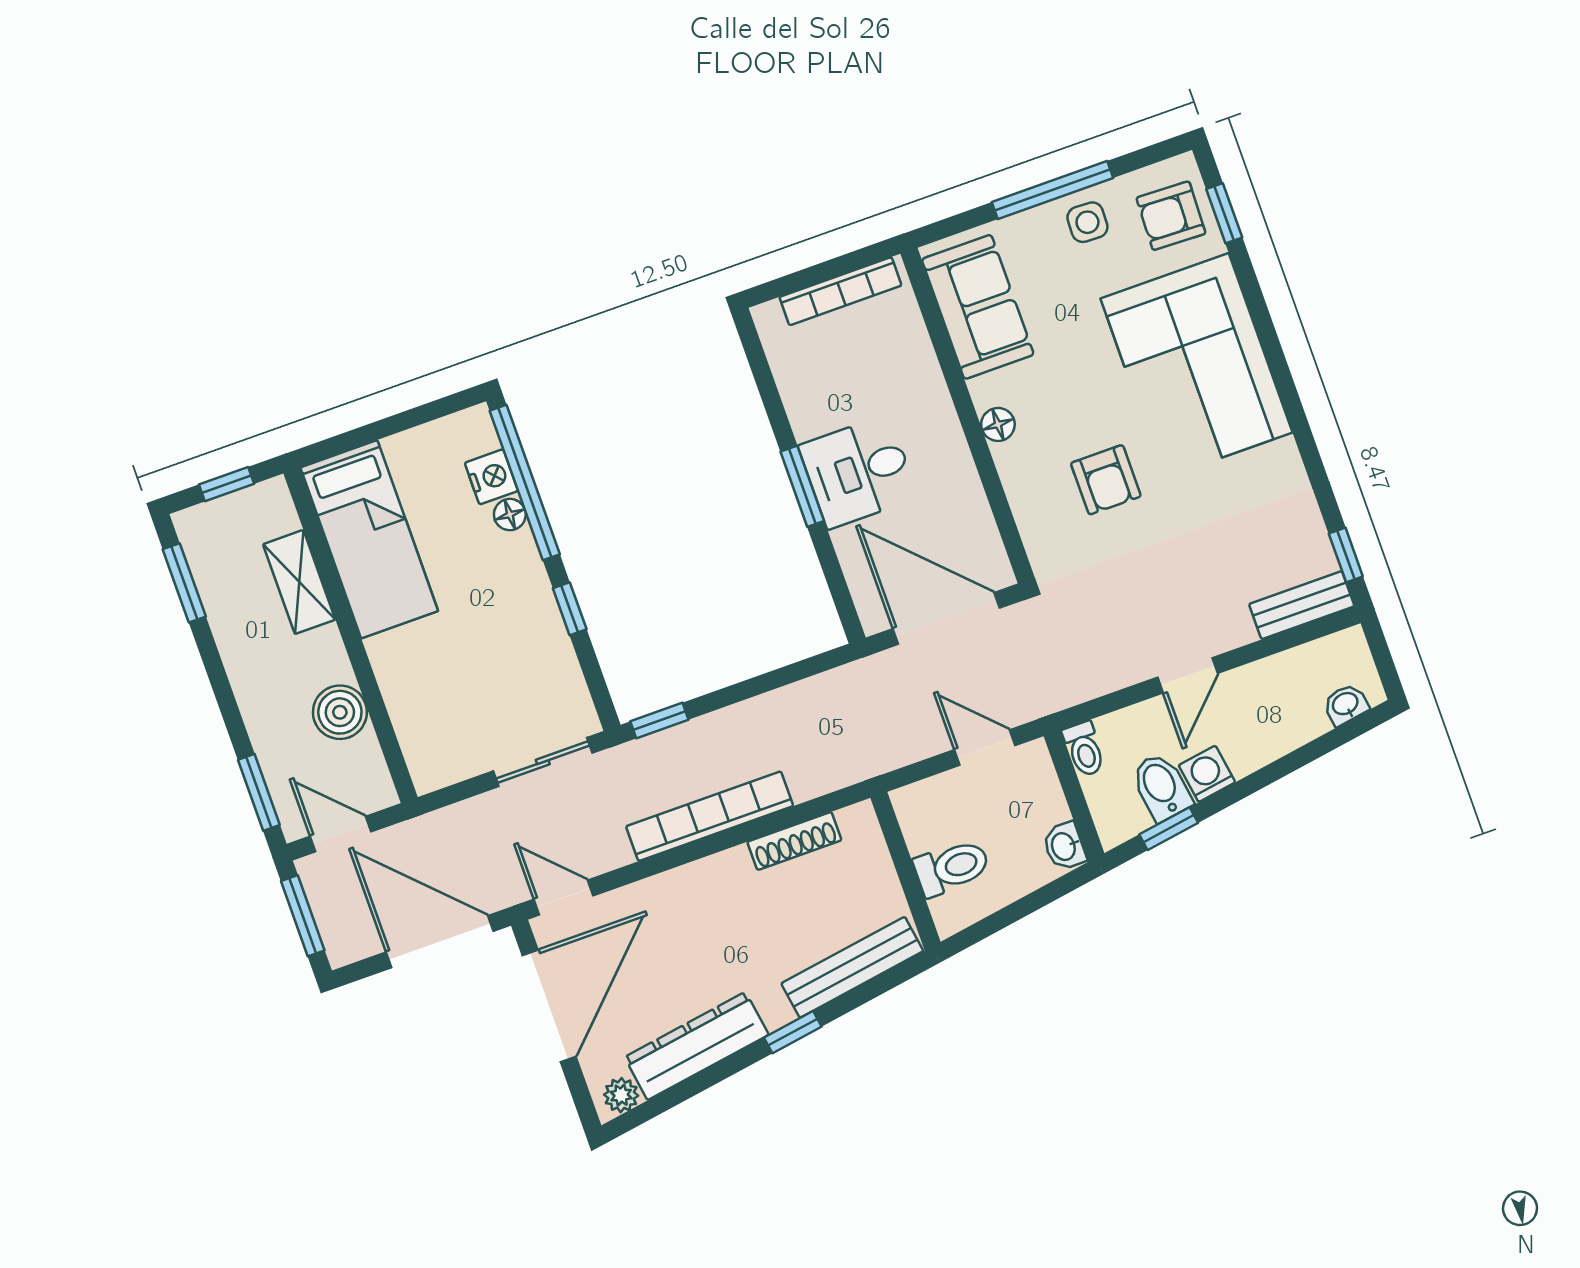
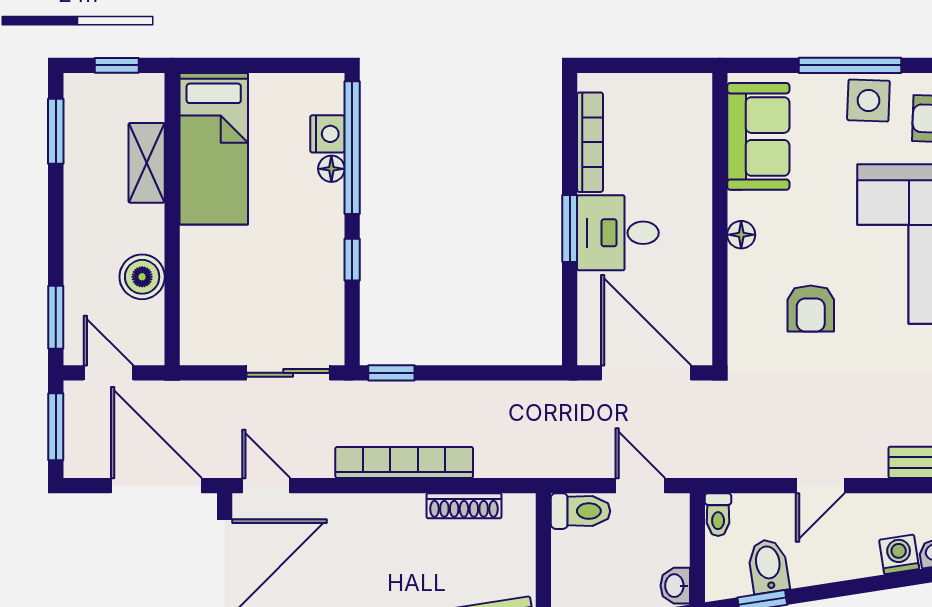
side table: (1087, 222) -> (868, 100), width x1.37, depth x1.37
bookcase: (840, 291) -> (590, 142), moved, turned -90
washing machine: (1207, 774) -> (899, 554), moved
toilet: (952, 868) -> (581, 511), moved

